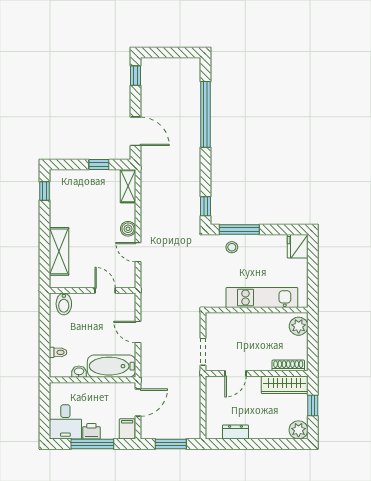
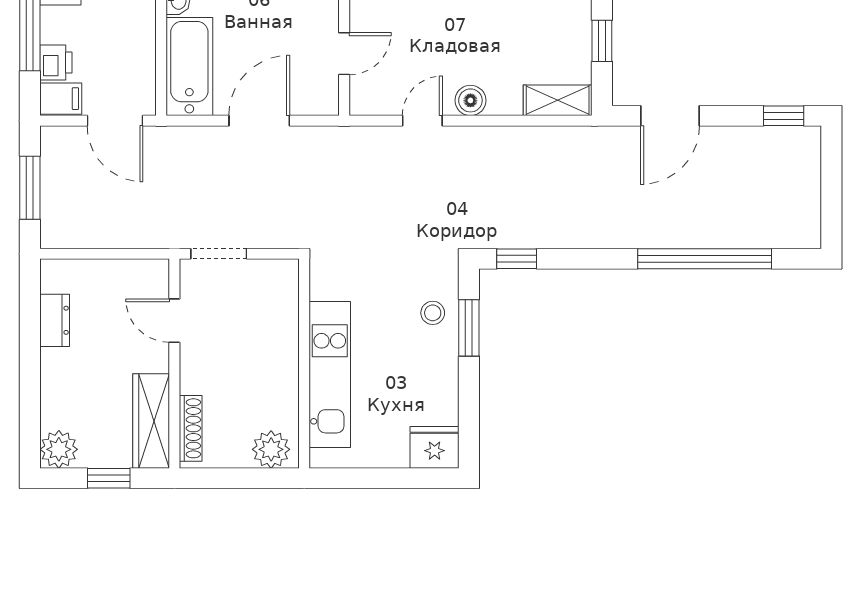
window: (239, 230) -> (469, 328), width x0.69
door: (138, 332) -> (259, 121), width x1.38
printer: (91, 431) -> (56, 63), moved

